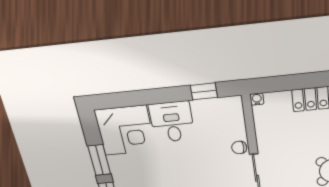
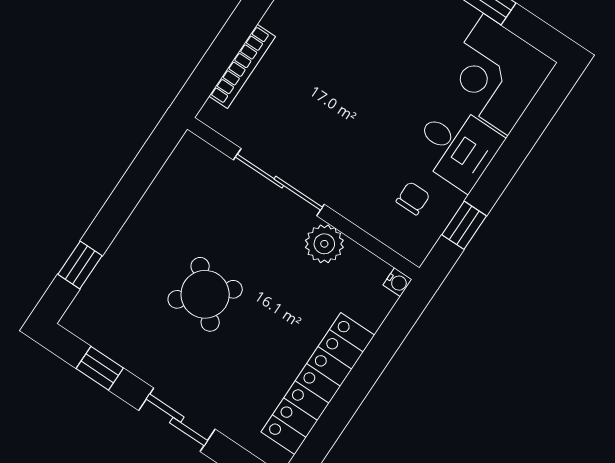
plant: (267, 142) -> (324, 244), added
chair: (239, 147) -> (413, 198), moved

